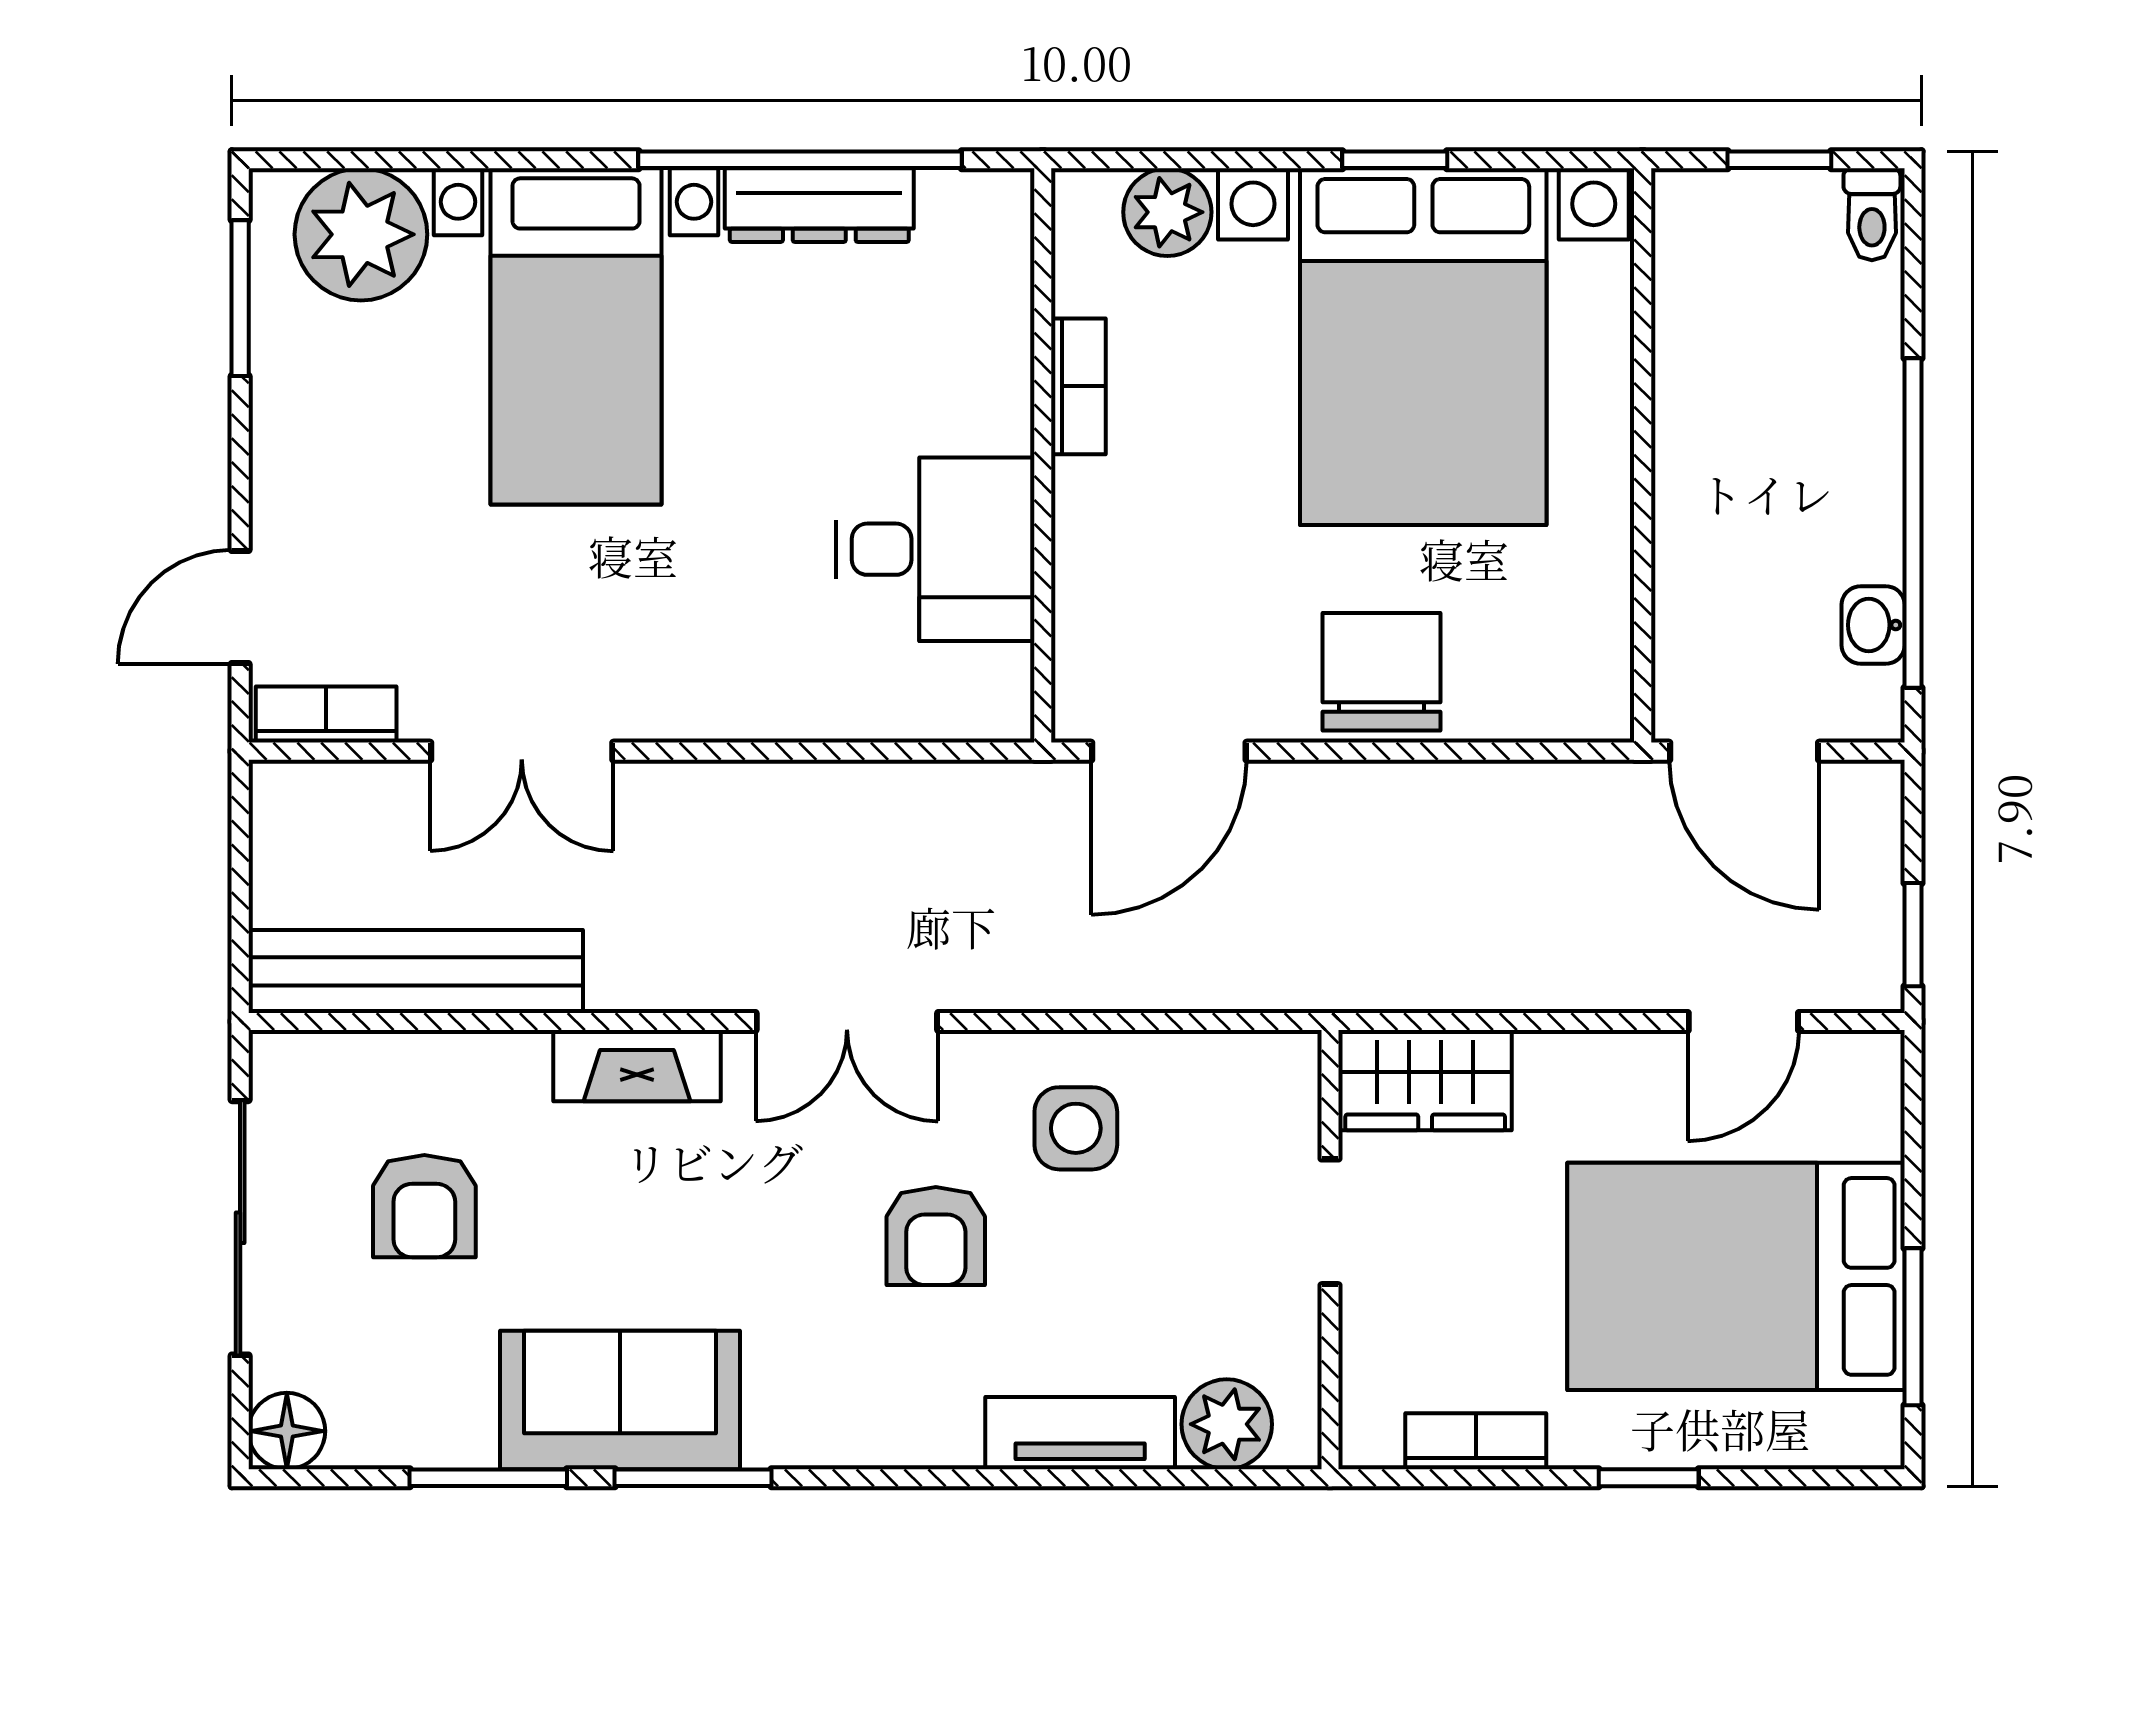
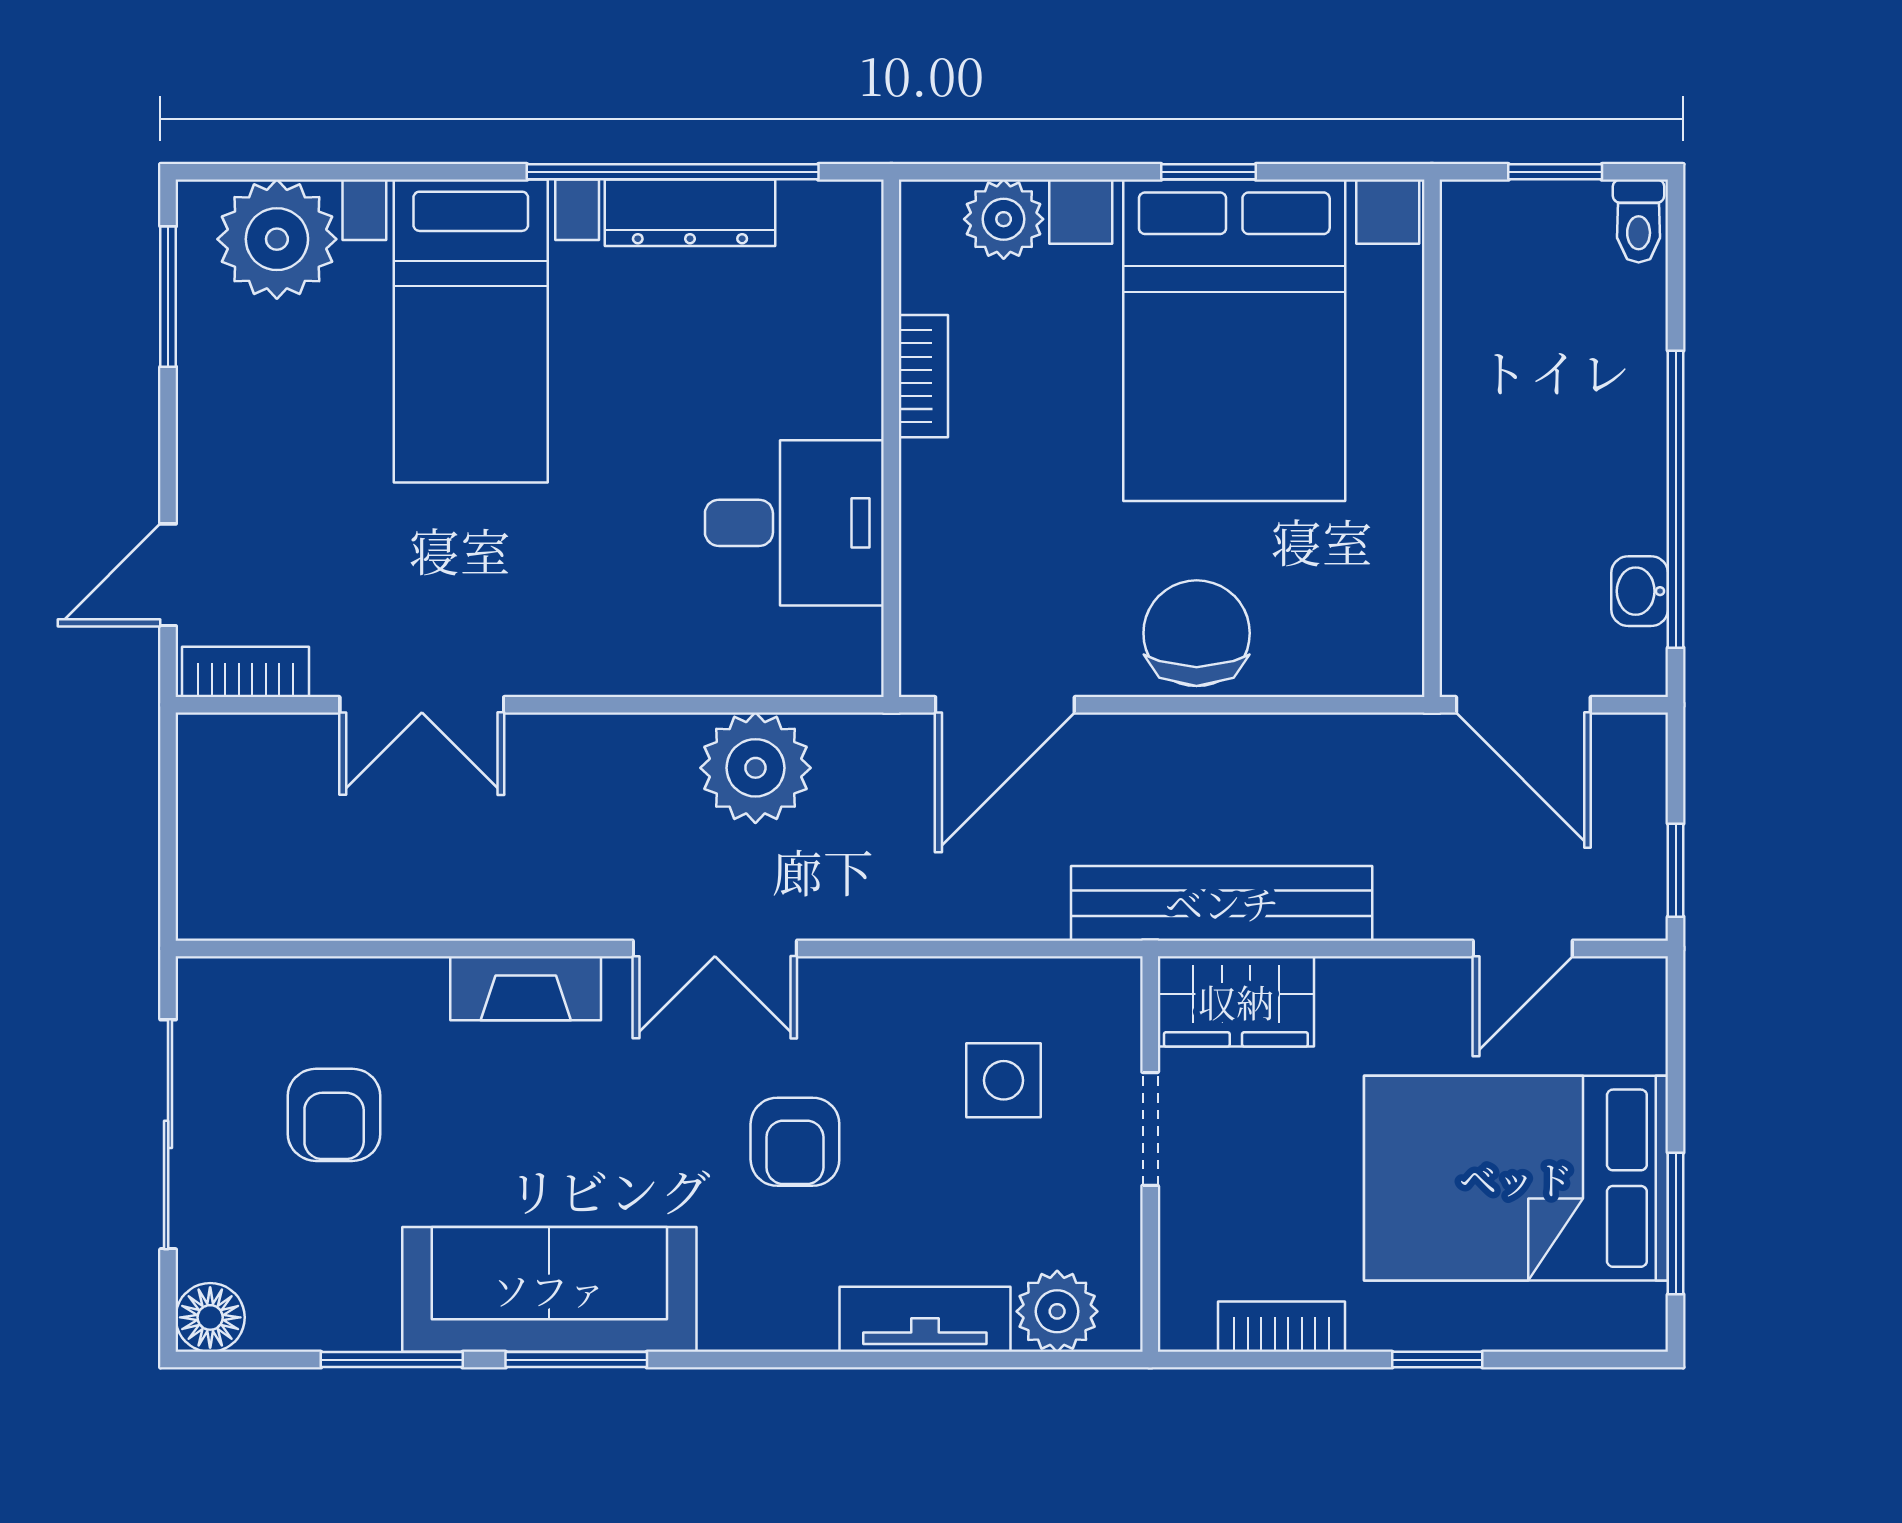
plant: (892, 821) -> (755, 768), added
bench: (416, 971) -> (1222, 903), moved
side table: (1076, 1128) -> (1004, 1080), moved
sofa: (620, 1400) -> (549, 1289), width x1.36

